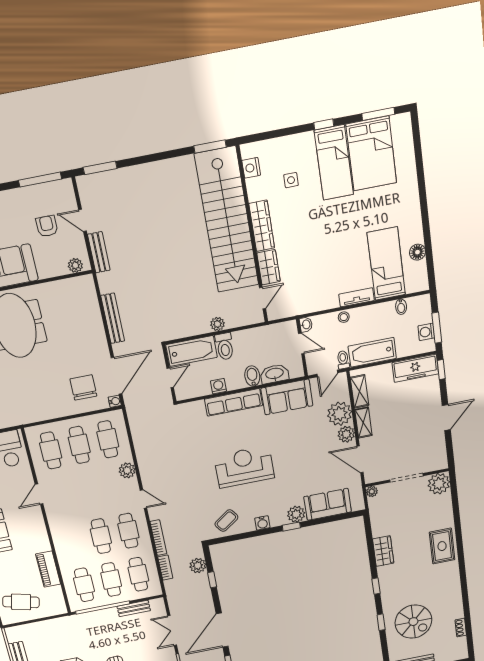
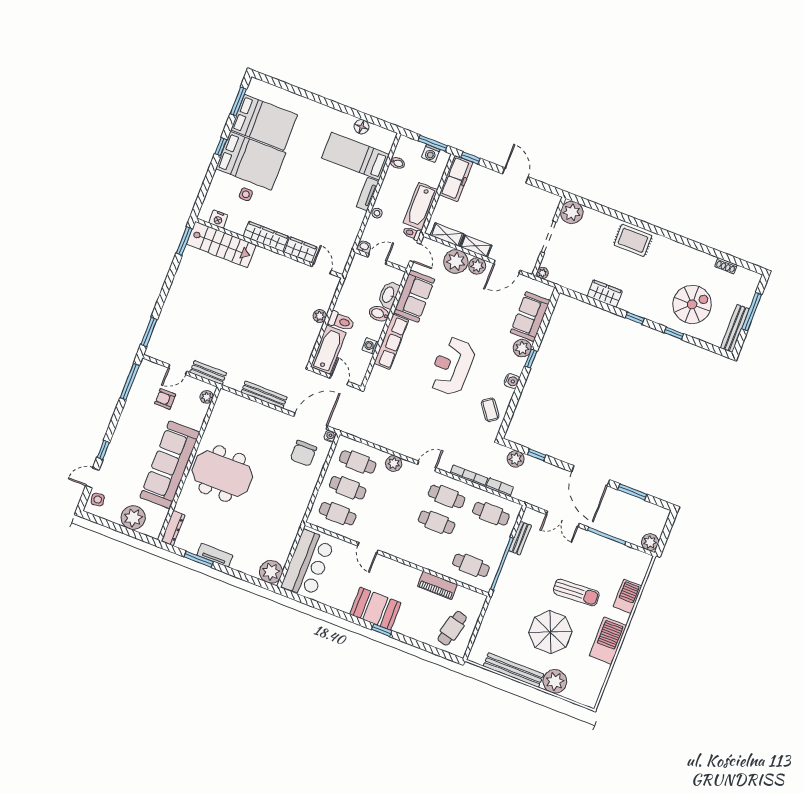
bed: (334, 163) -> (251, 161), width x1.50
stairs: (227, 220) -> (221, 245), width x0.54, depth x0.66
door: (117, 376) -> (311, 421), hinge flipped
chair: (83, 388) -> (303, 453), turned -90
cafe table: (111, 580) -> (481, 540), removed

